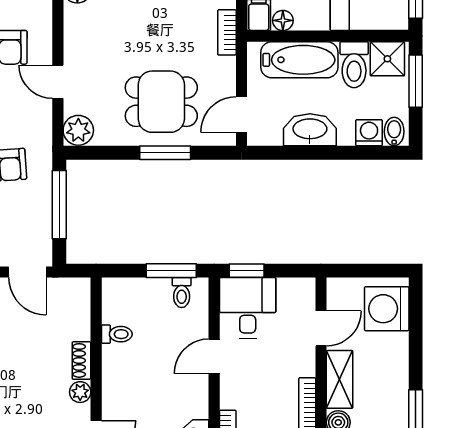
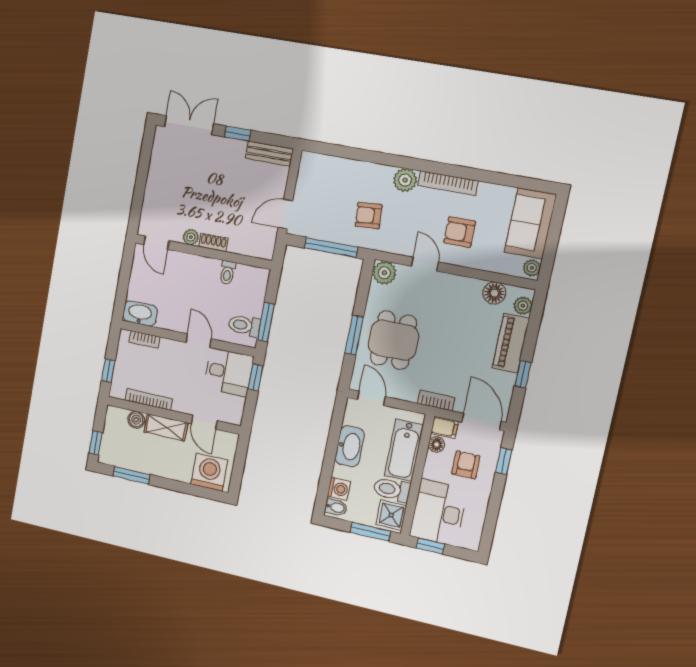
door: (58, 82) -> (425, 264), hinge flipped
toilet: (182, 293) -> (244, 325), width x1.37, depth x1.39

